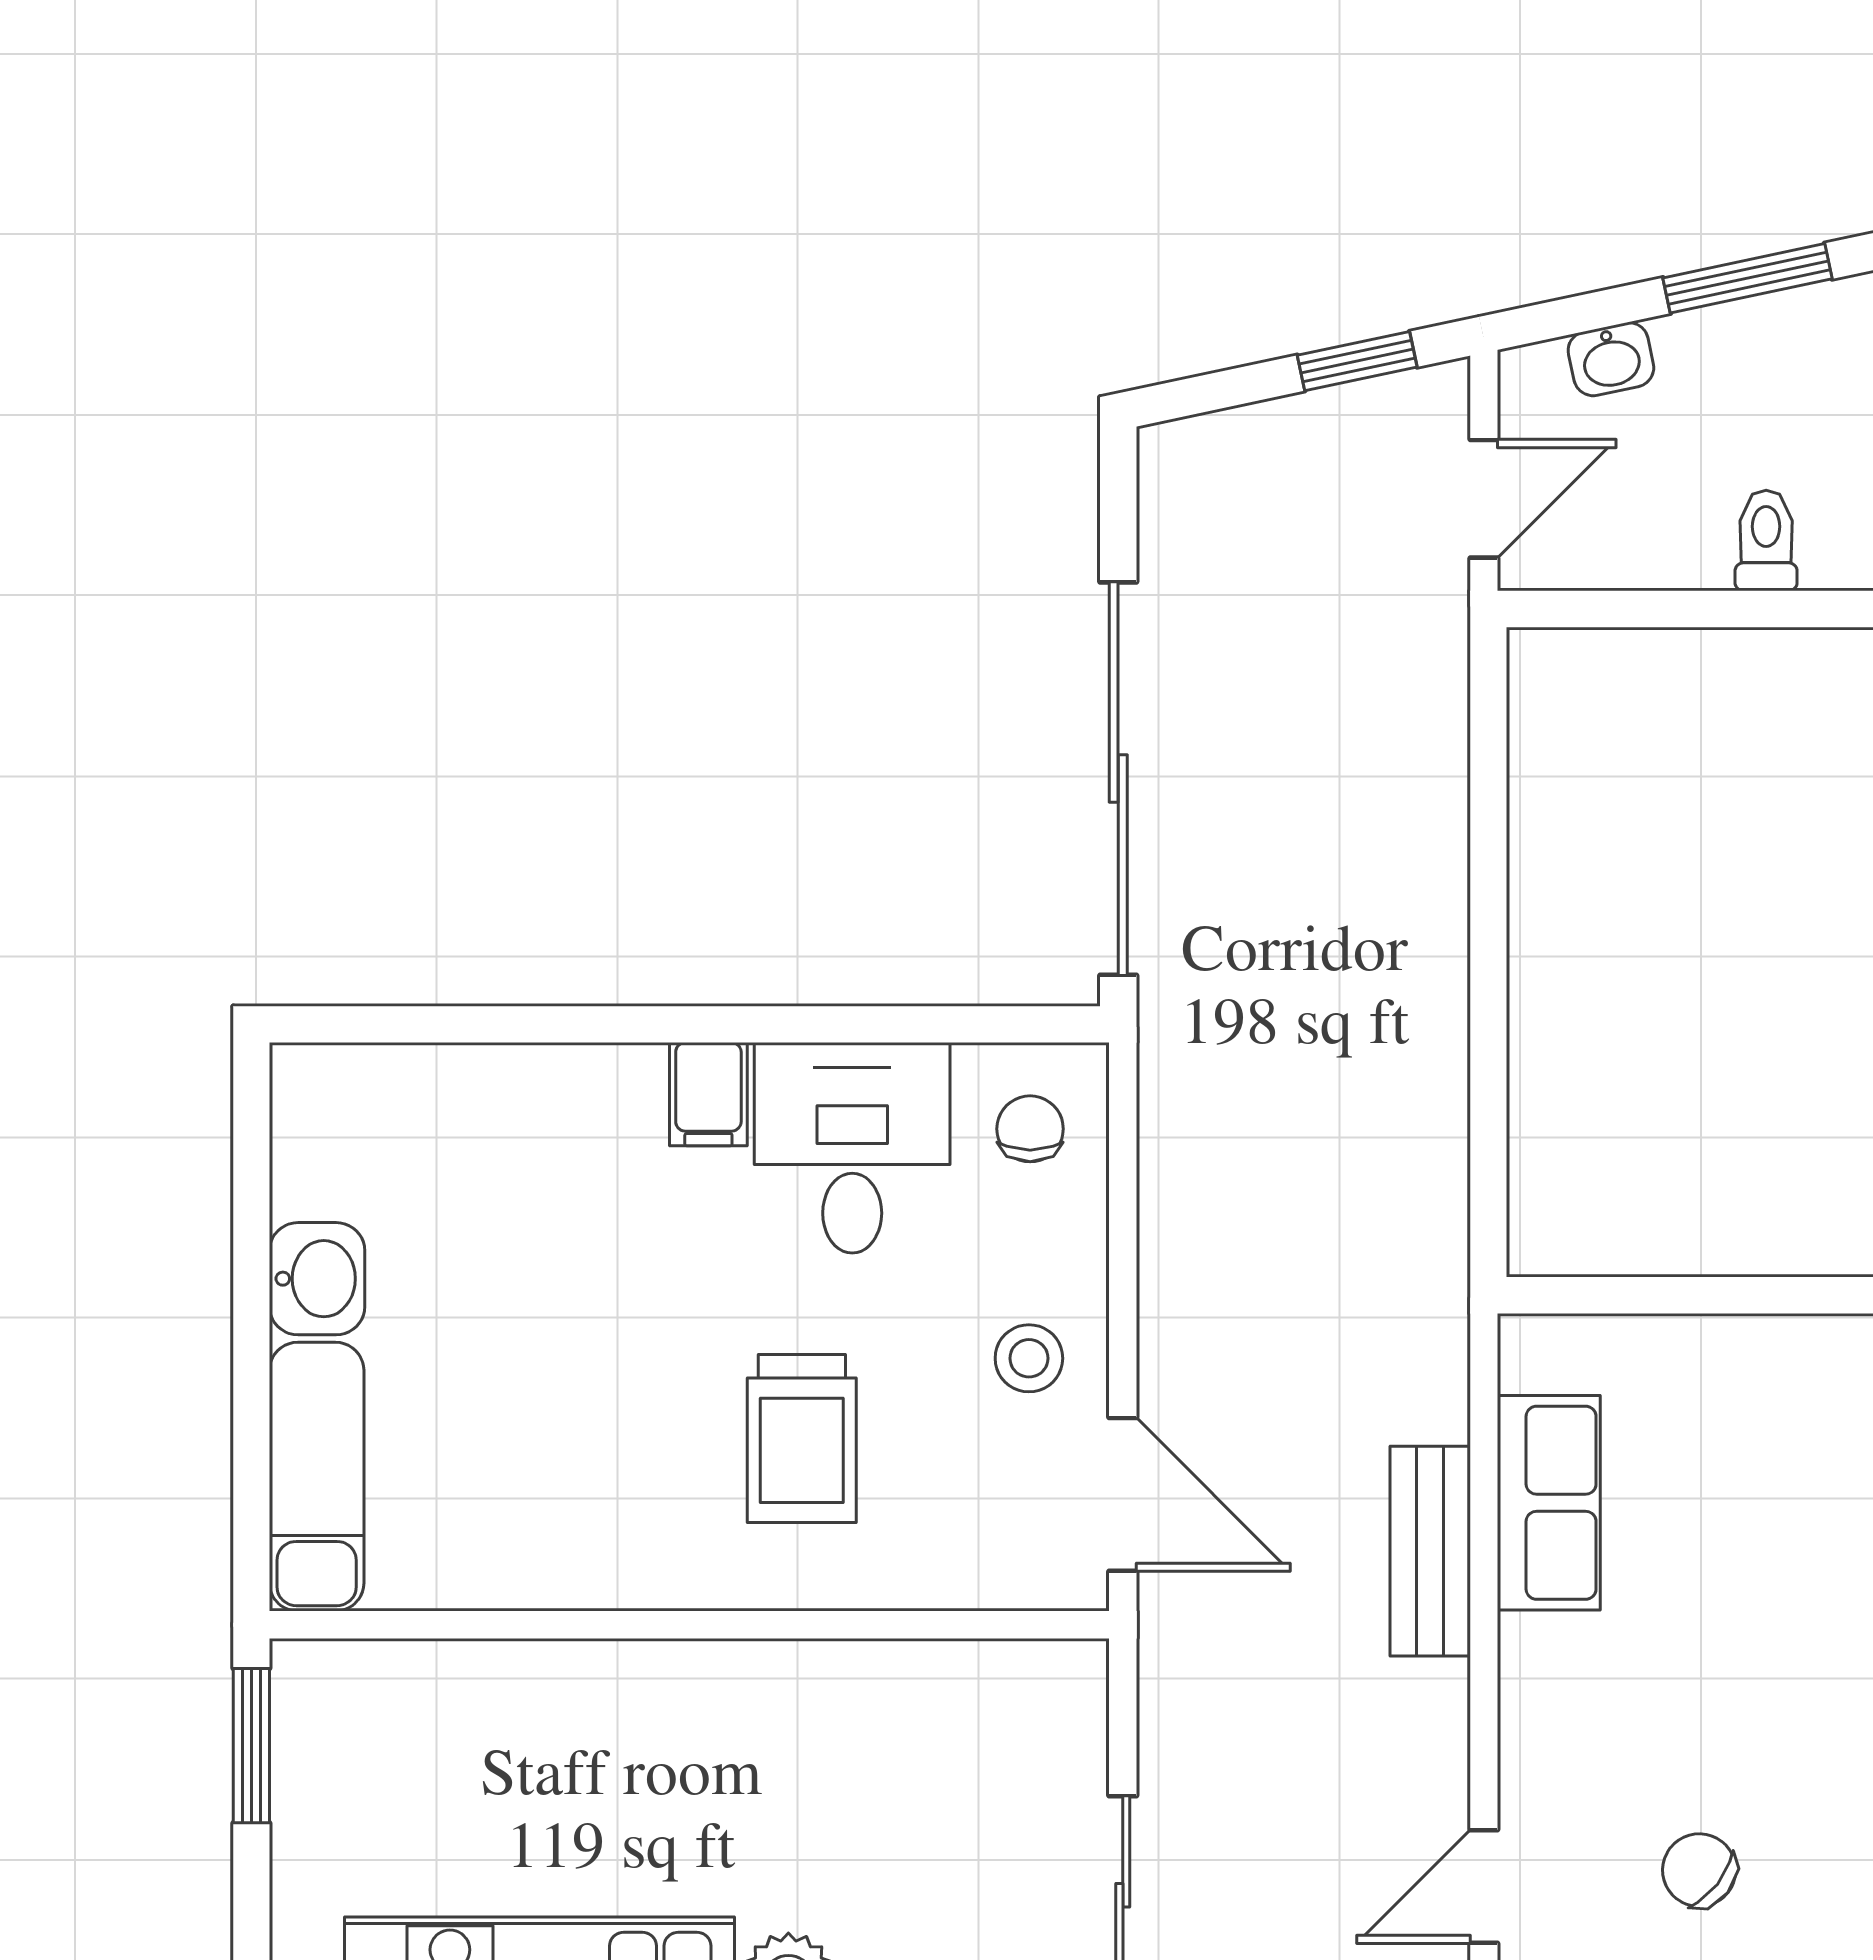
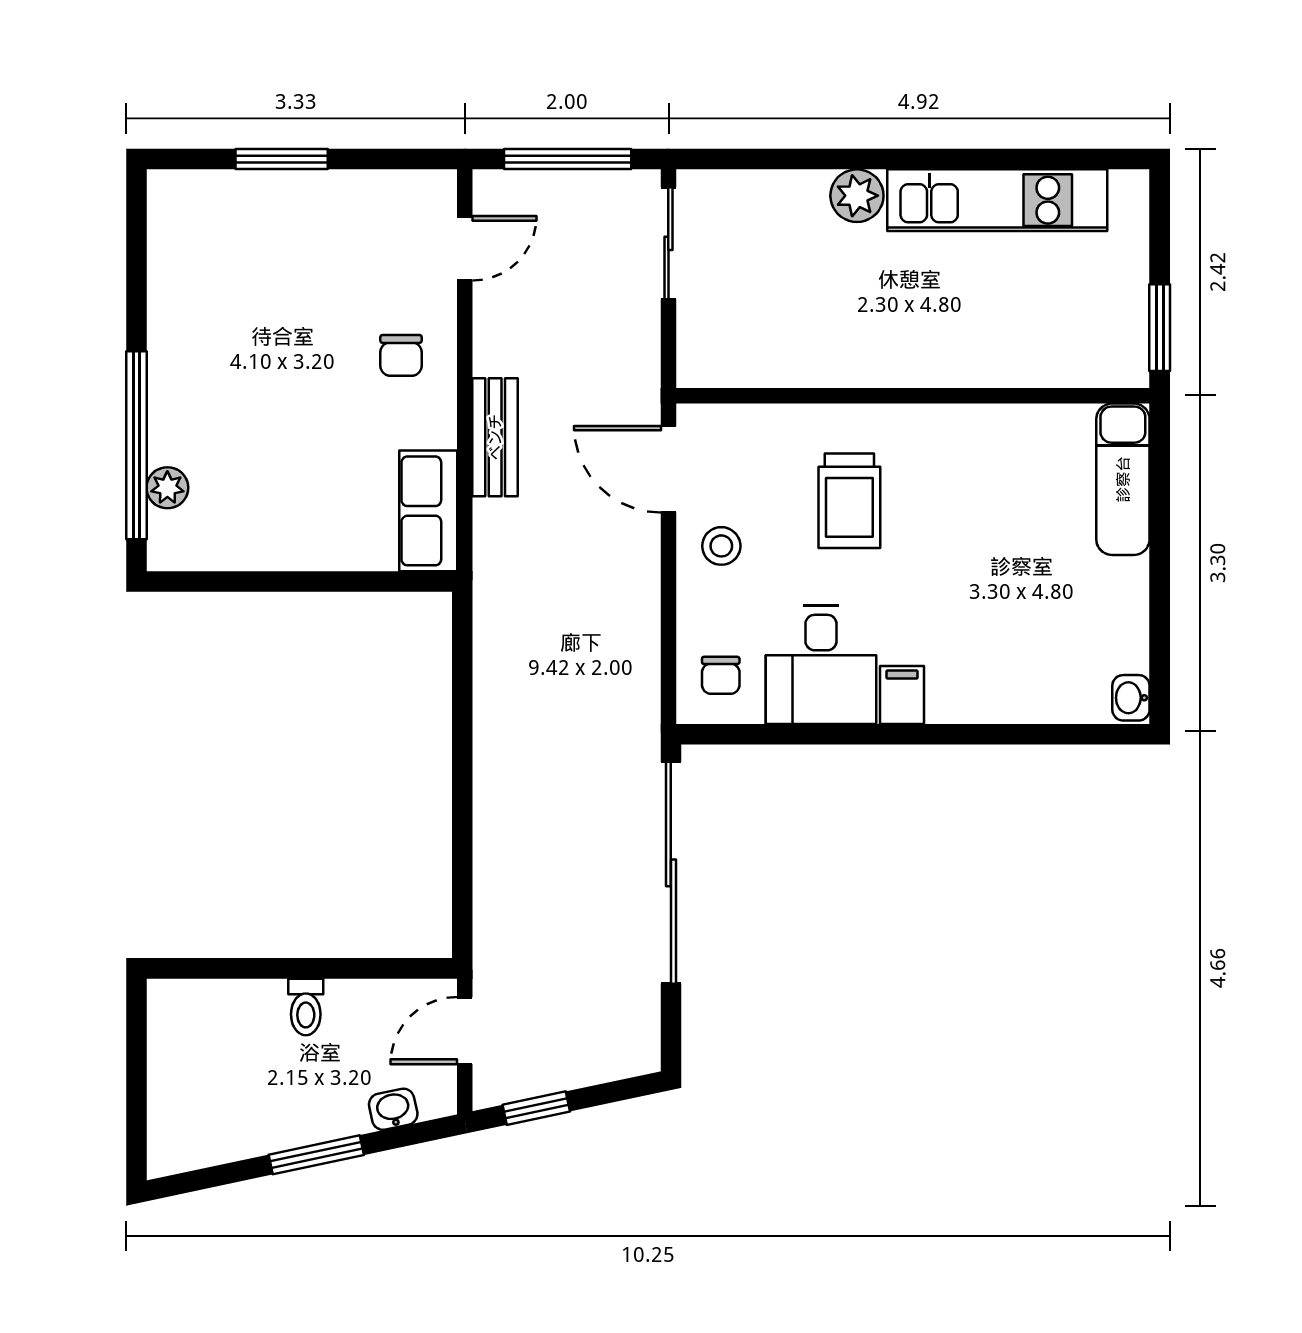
washbasin: (317, 1279) -> (1131, 698), moved, width x0.72, depth x0.69
trolley: (802, 1439) -> (849, 501), turned 180
row of seats: (1549, 1503) -> (428, 511), moved
chair: (1699, 1870) -> (401, 355), moved, turned 52

